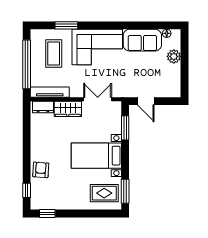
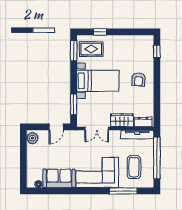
window: (66, 25) -> (123, 191), width x1.44
plant: (174, 56) -> (32, 138), moved
door: (146, 101) -> (56, 127), swing flipped
armchair: (41, 170) -> (139, 79), moved
window: (47, 214) -> (100, 32), moved

